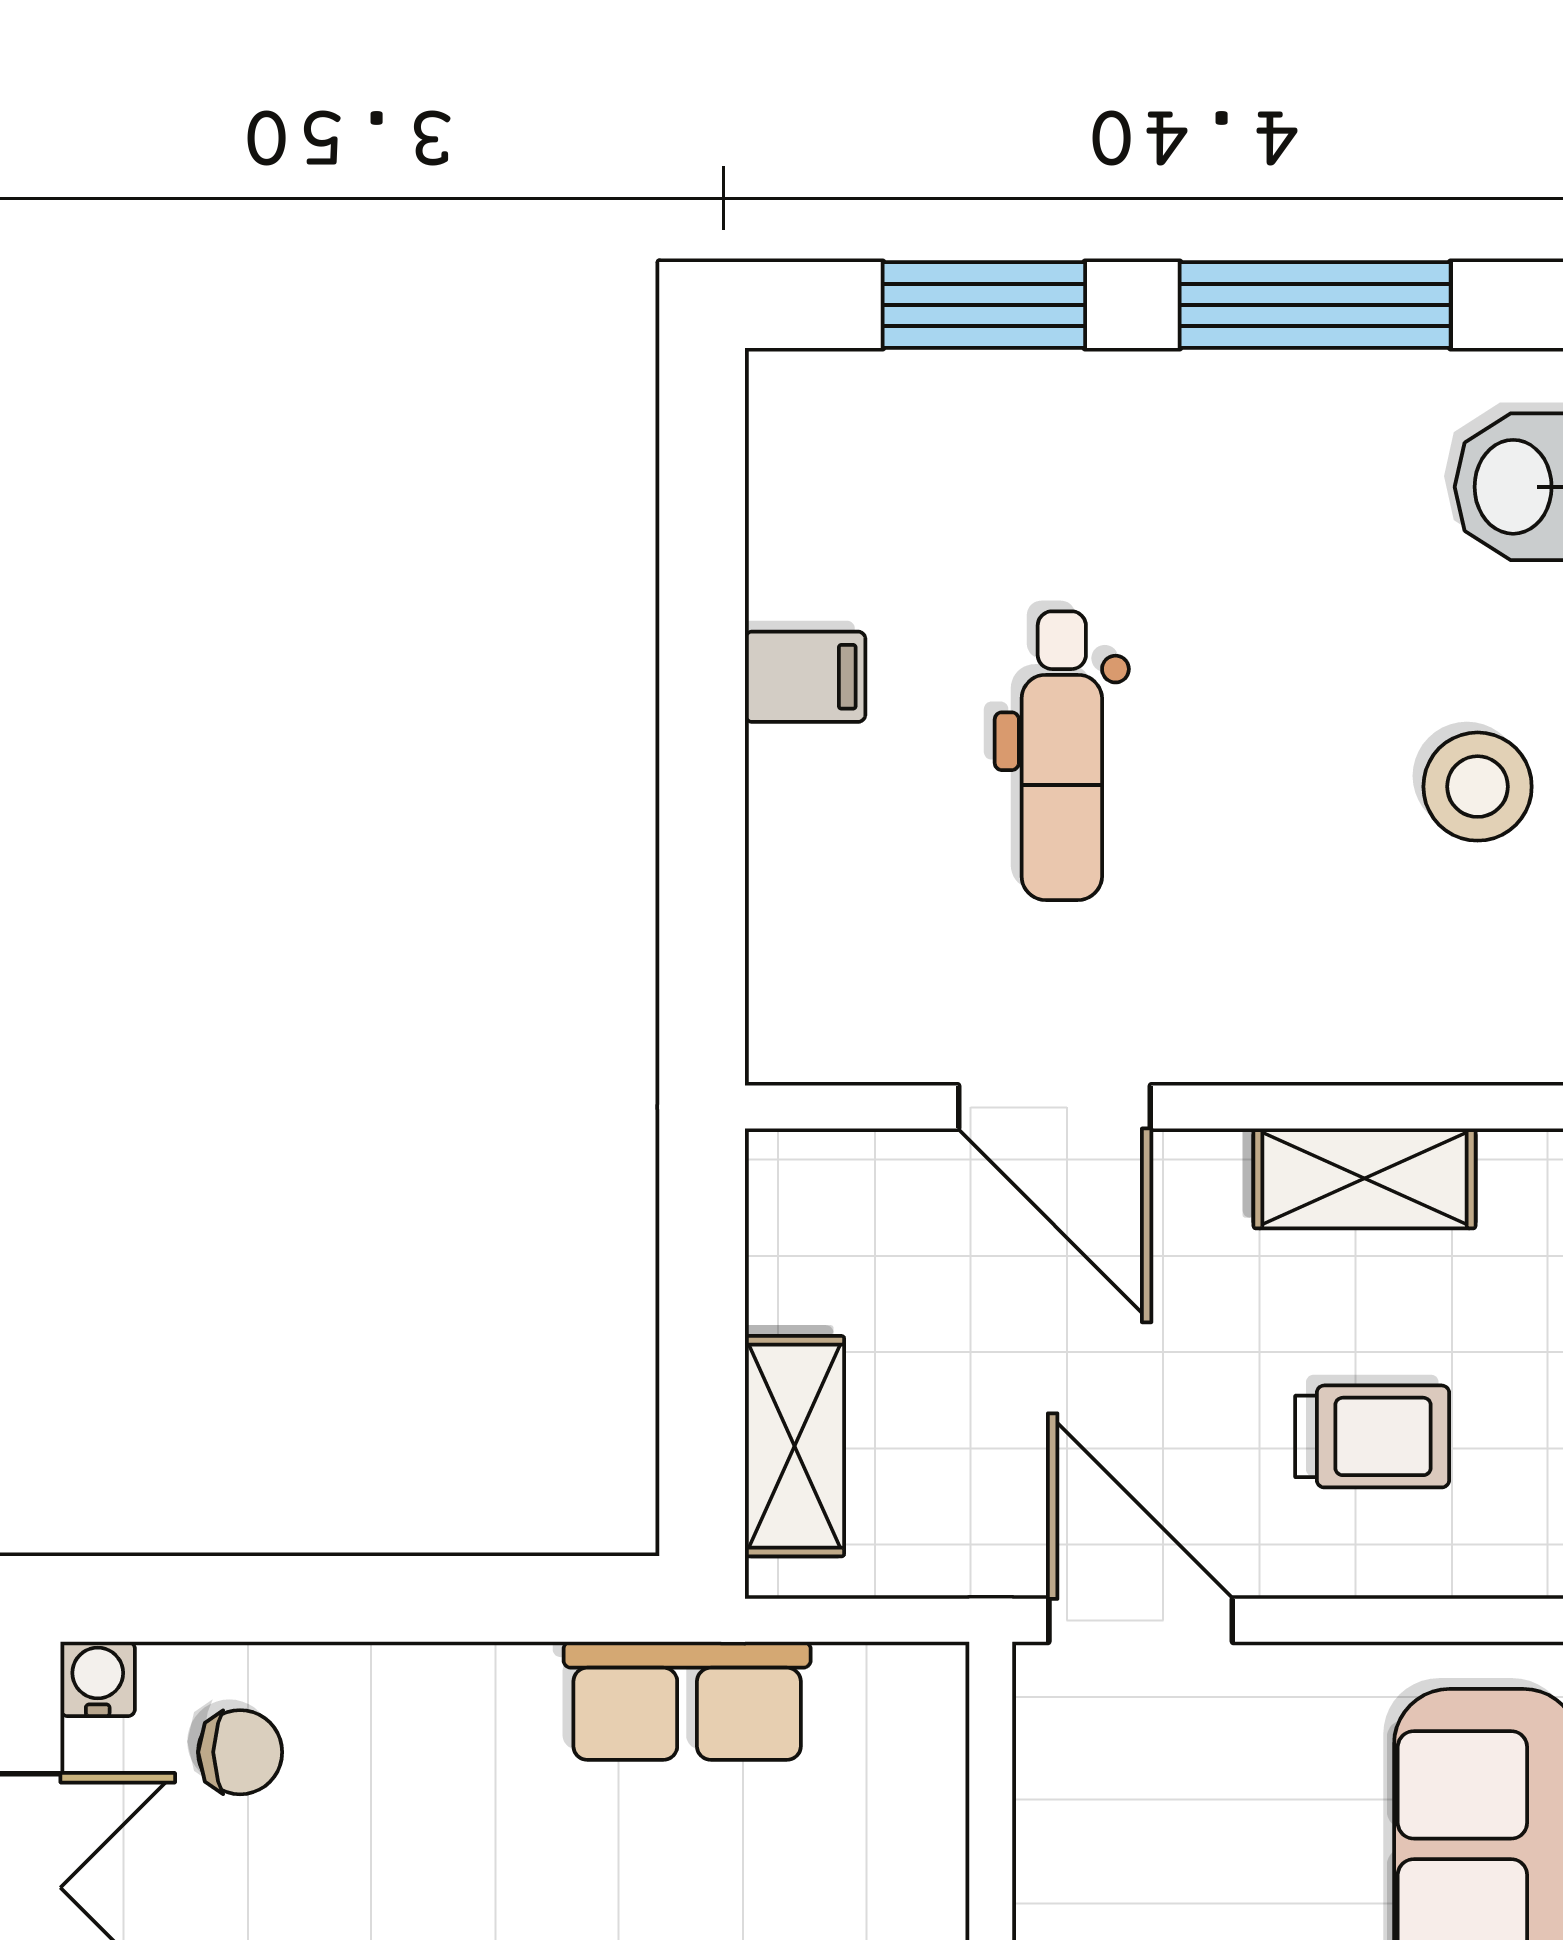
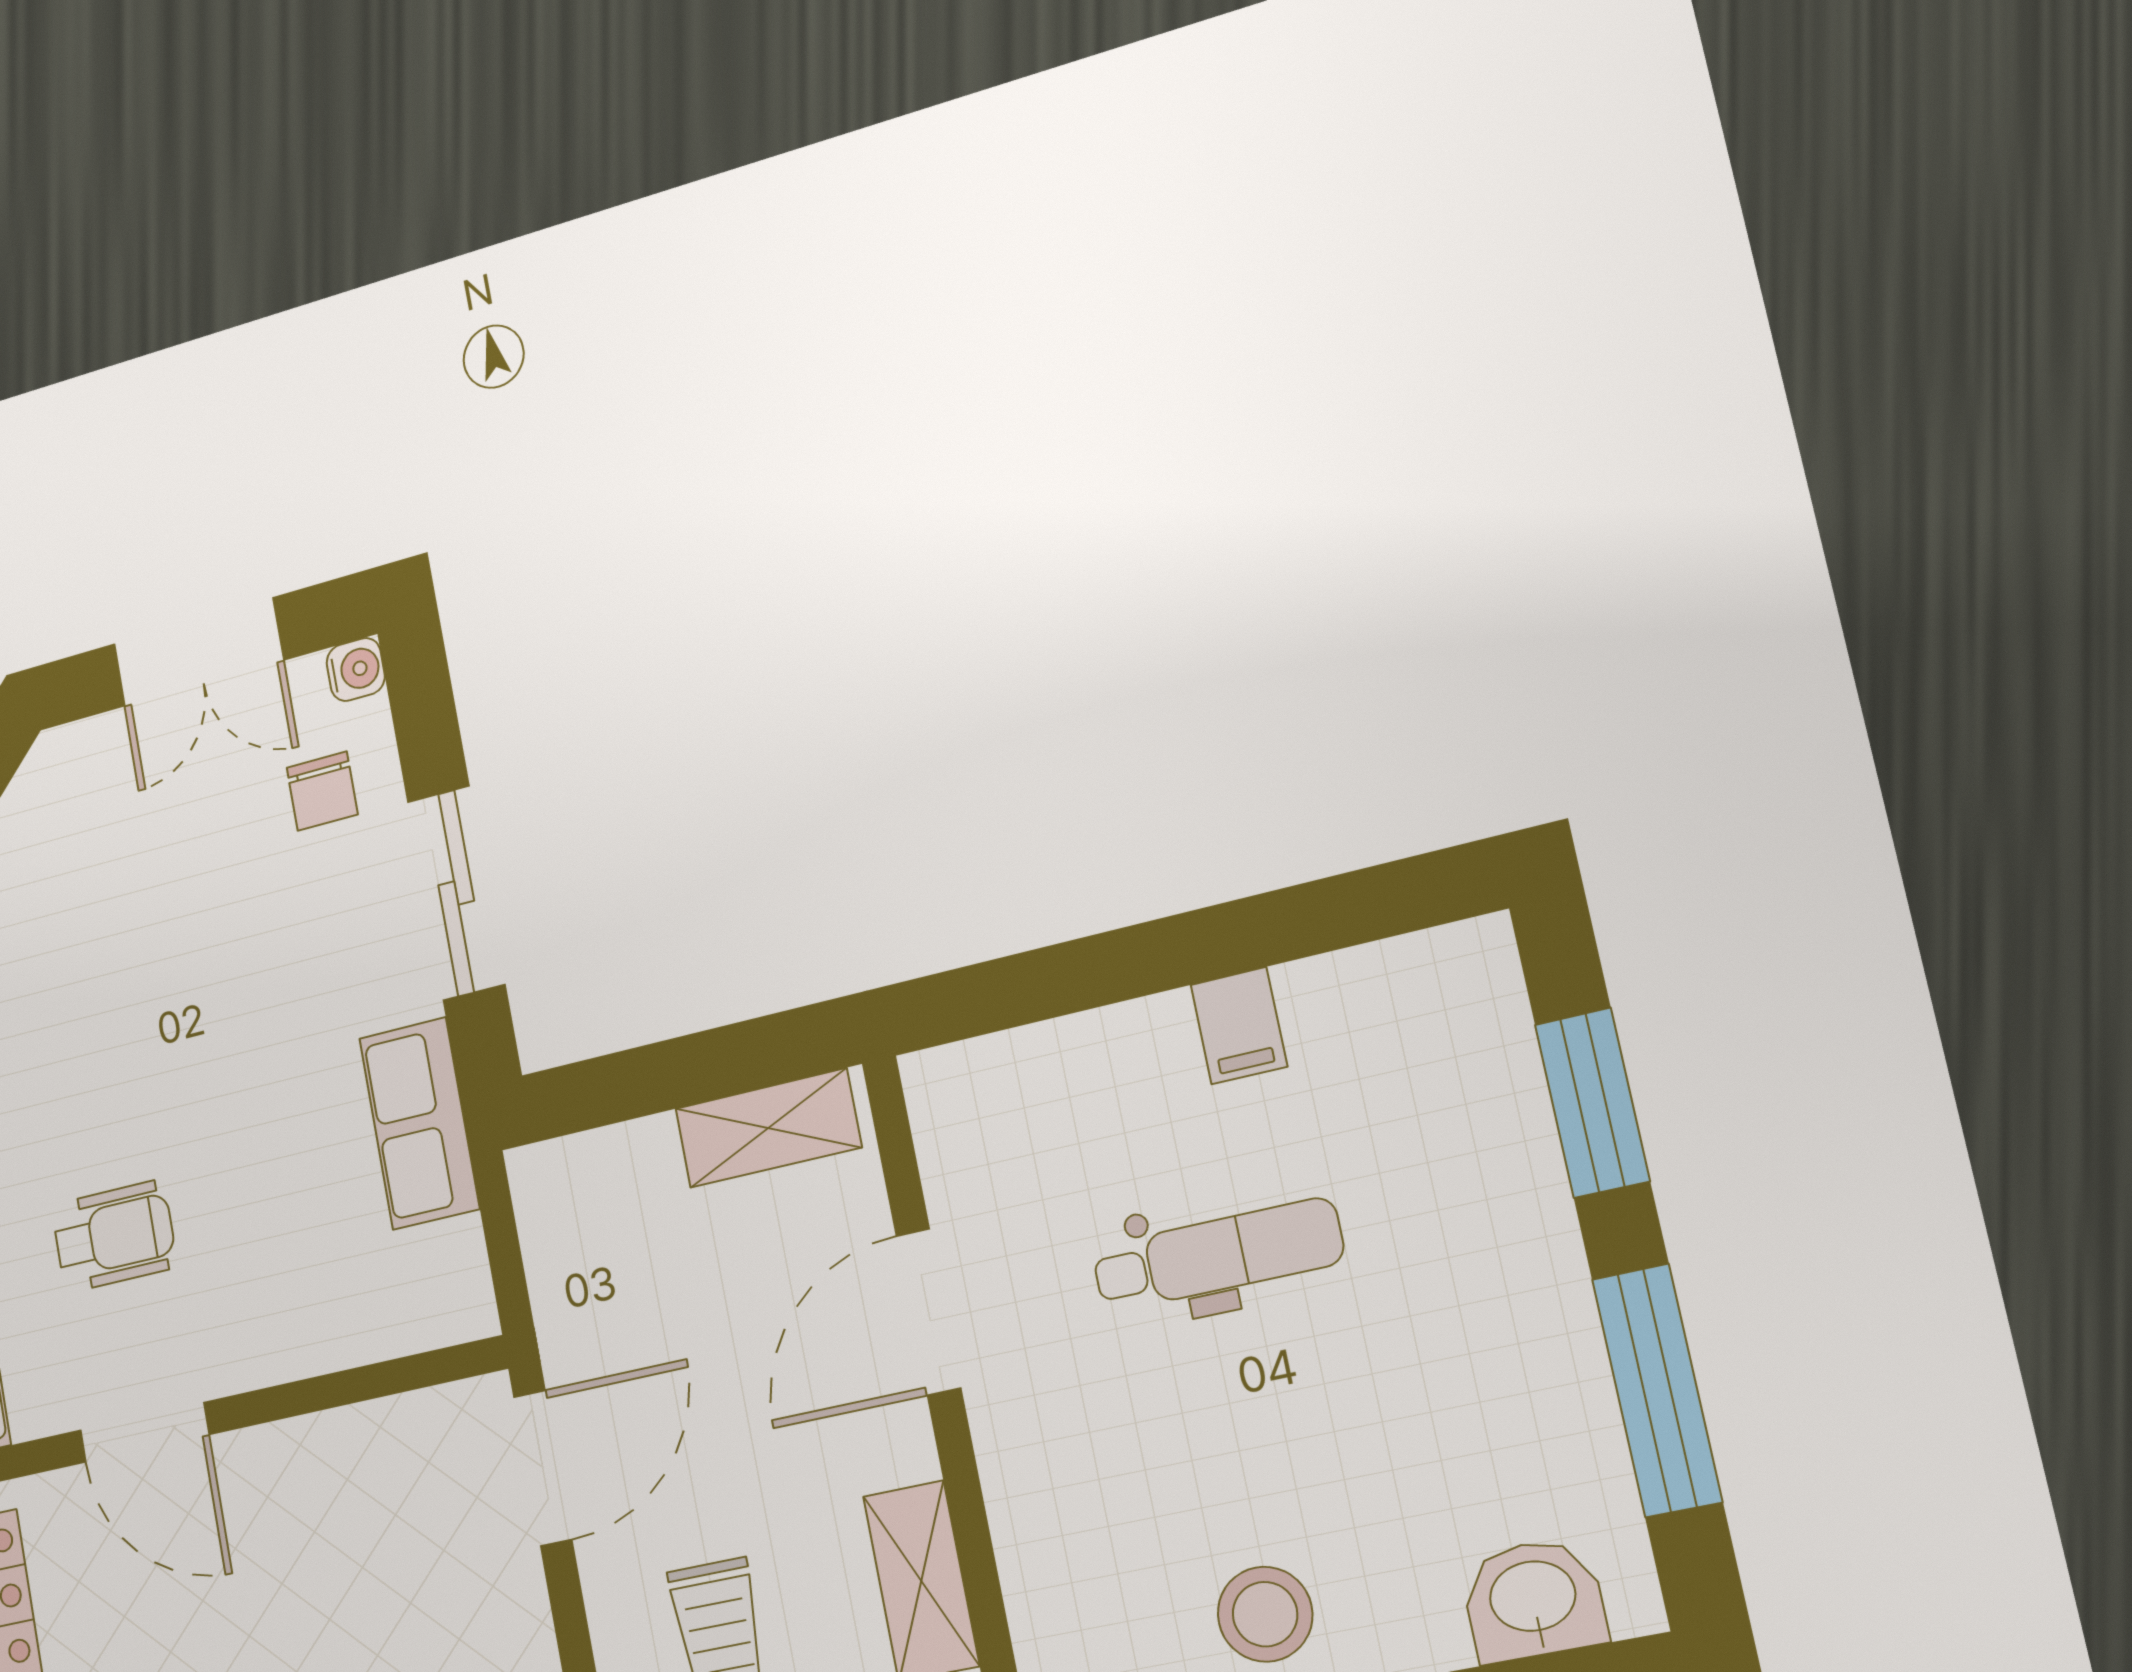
dental chair: (1062, 756) -> (1218, 1255), turned 180
shelving: (794, 1446) -> (768, 1128), moved
sliding door: (413, 1599) -> (456, 893), added

